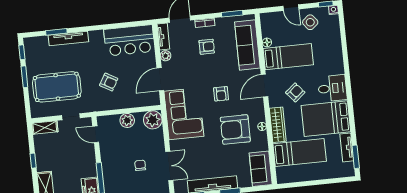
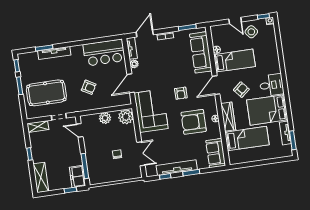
armchair: (207, 47) -> (168, 55), removed

